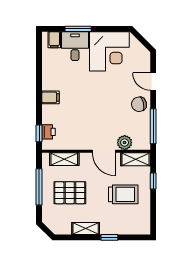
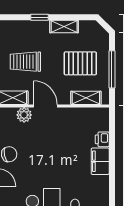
filing cabinet: (50, 97) -> (100, 161), width x2.00
printer: (48, 132) -> (102, 139), moved
window: (39, 133) -> (112, 124), removed

